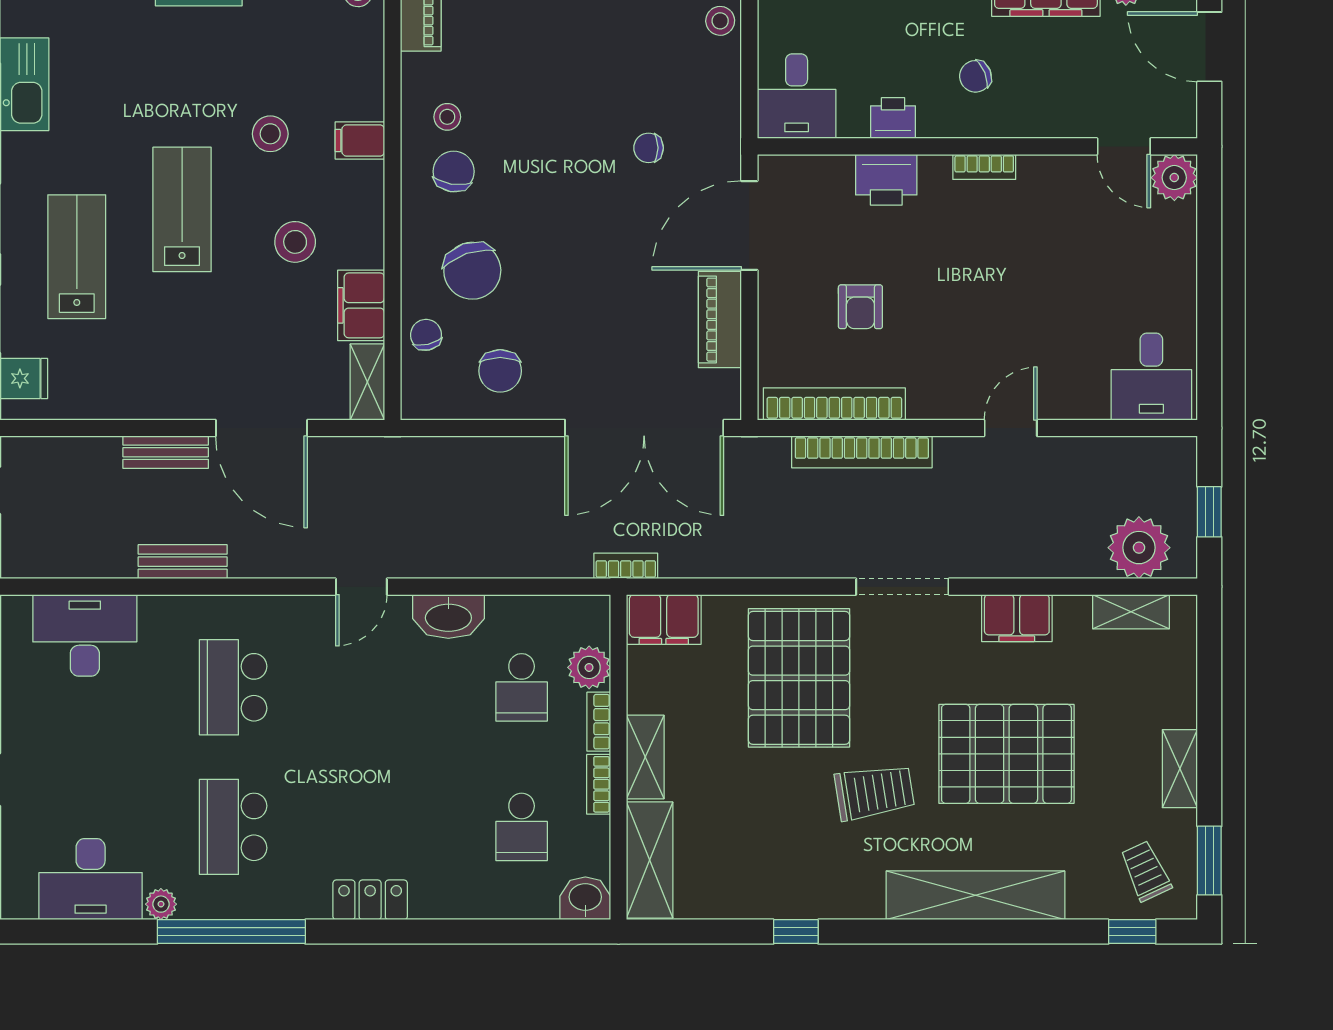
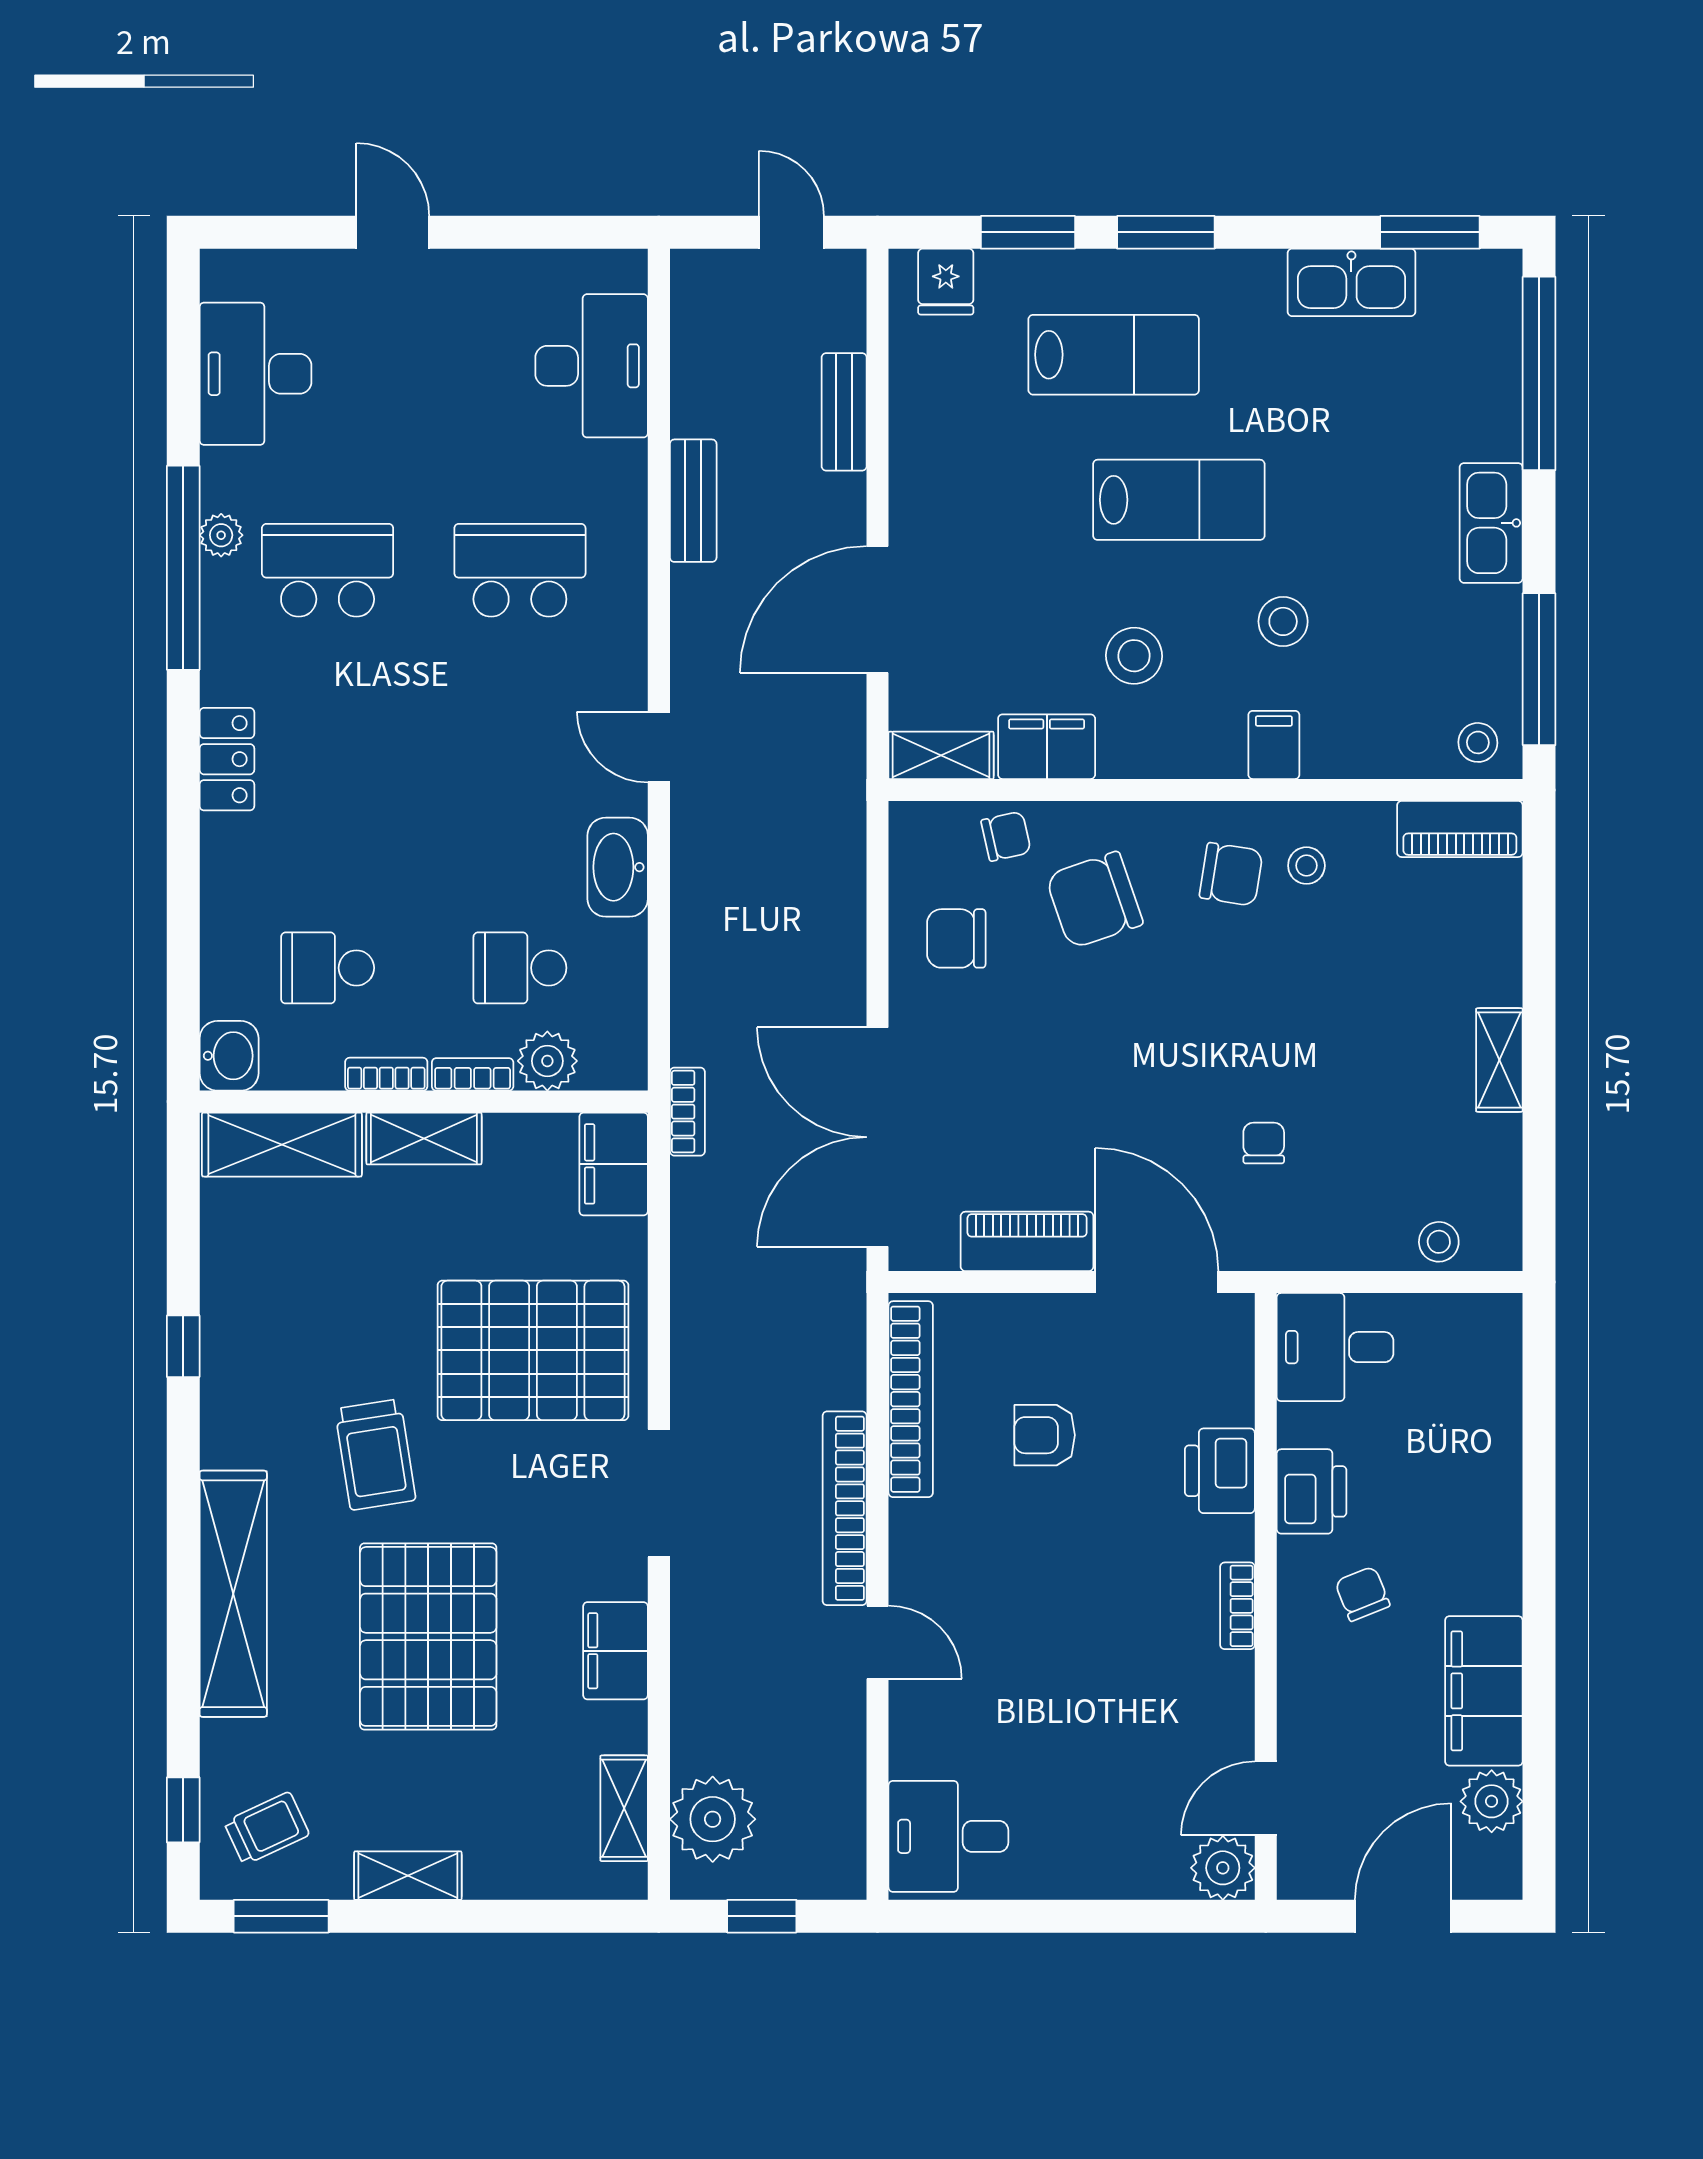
printer: (893, 118) -> (1312, 1491), width x1.36, depth x1.24
bench: (166, 452) -> (844, 412), moved
bookcase: (862, 452) -> (845, 1508), moved
plant: (161, 904) -> (221, 535), moved

